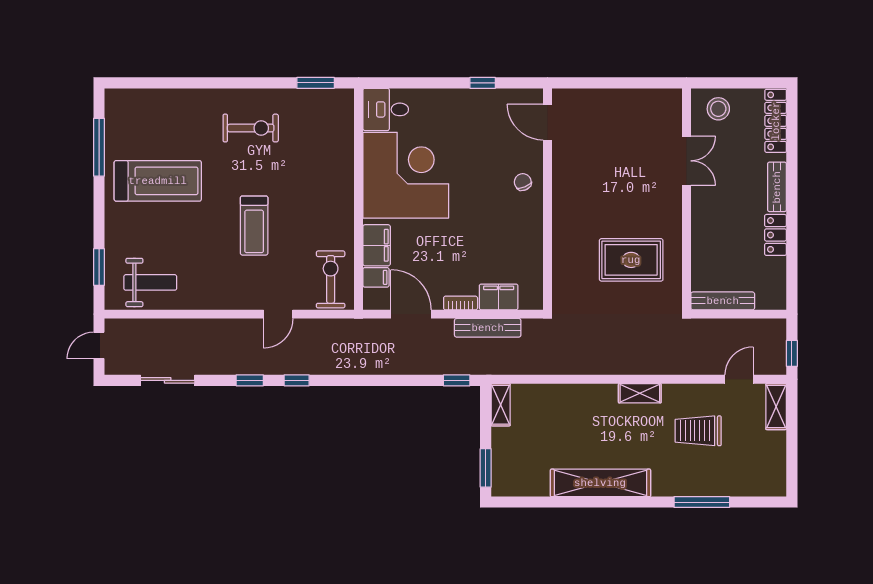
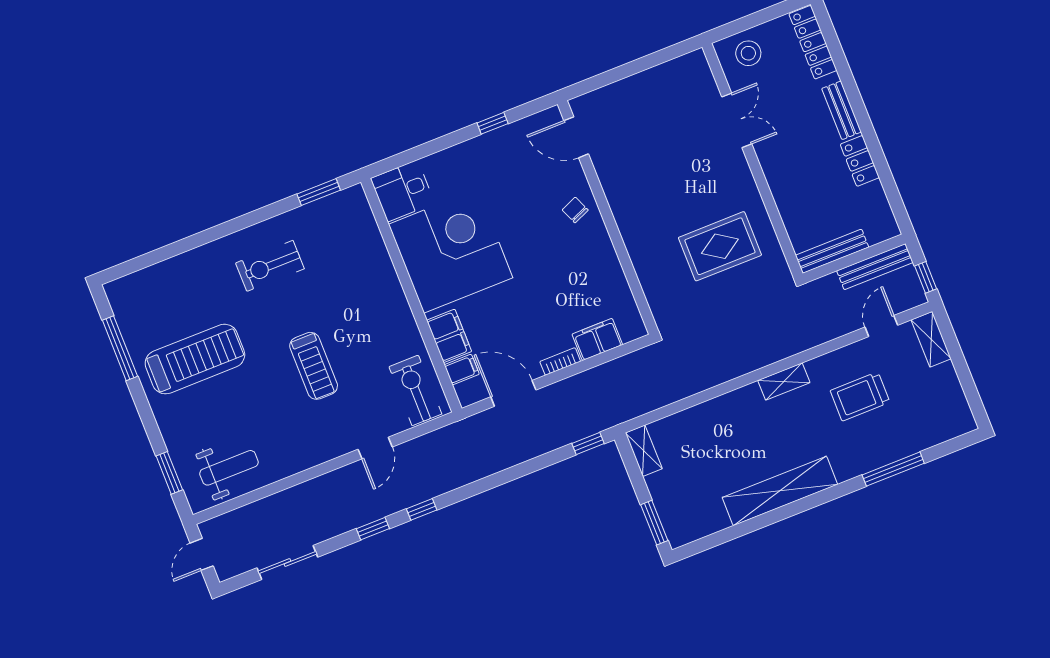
exercise bike: (251, 128) -> (270, 266), turned 180
bench: (488, 328) -> (875, 267), moved

